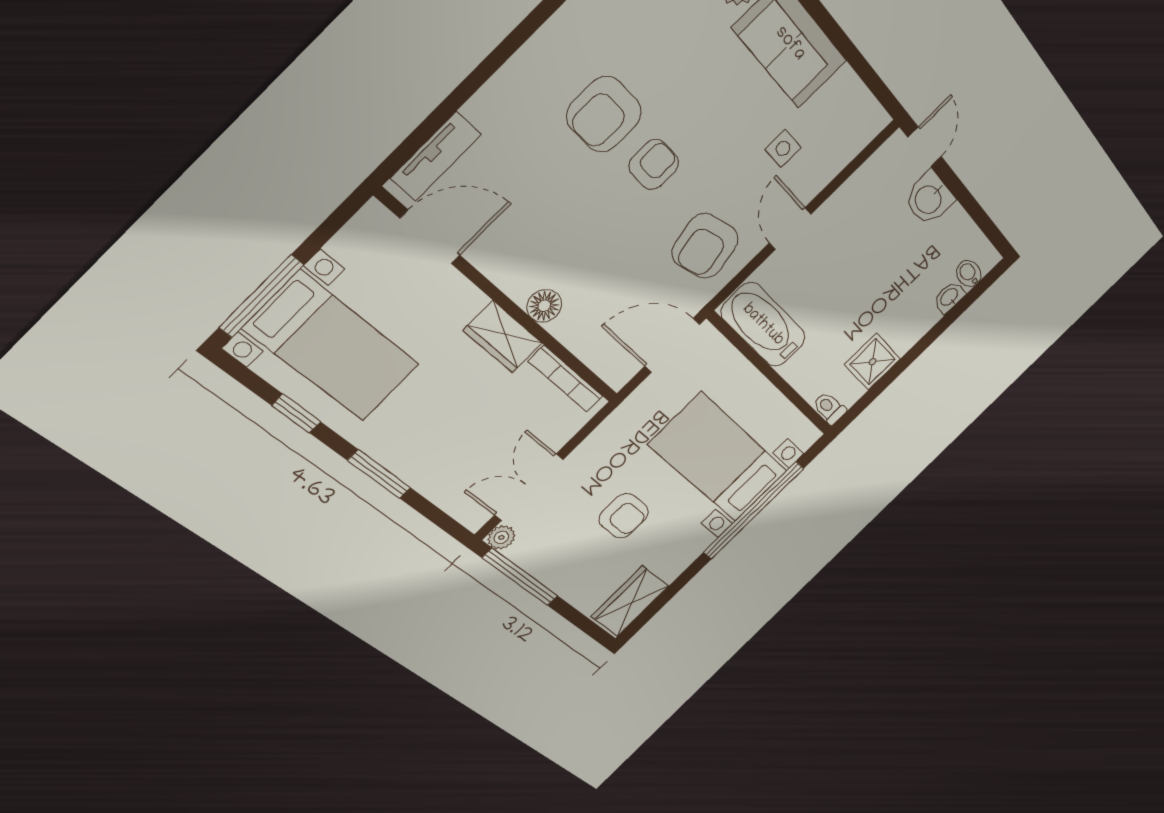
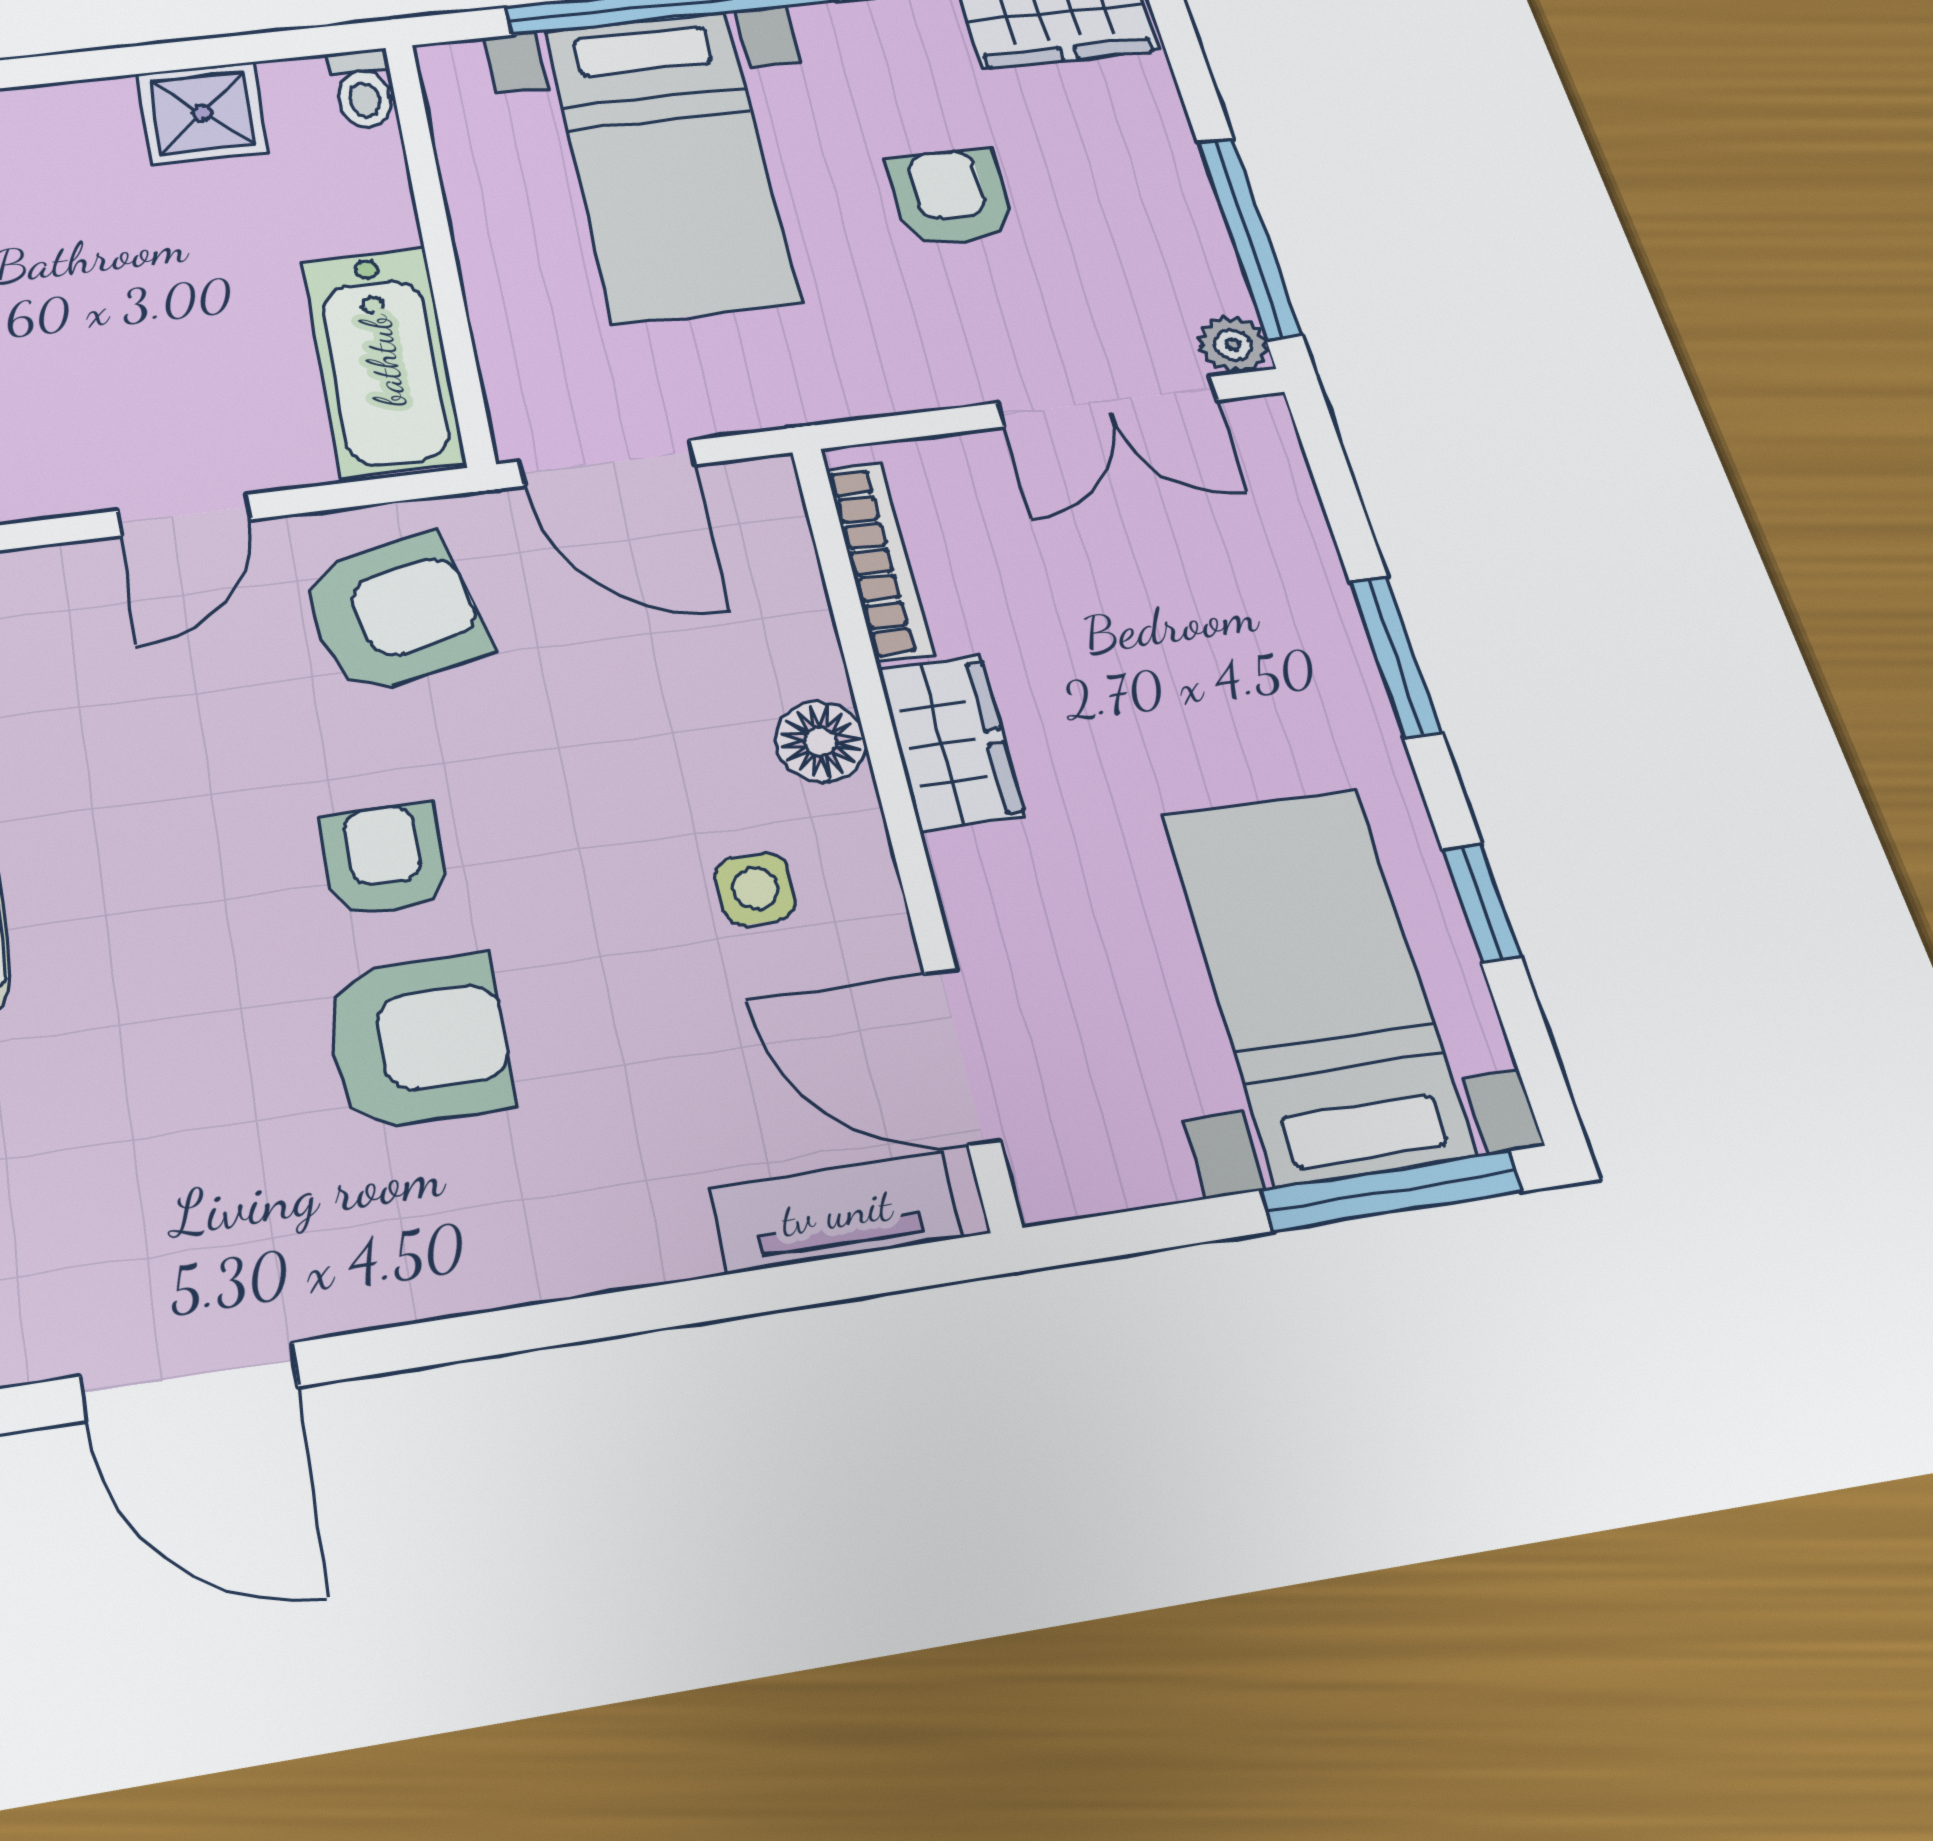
side table: (783, 148) -> (755, 889), moved
armchair: (654, 165) -> (385, 860), turned 90

